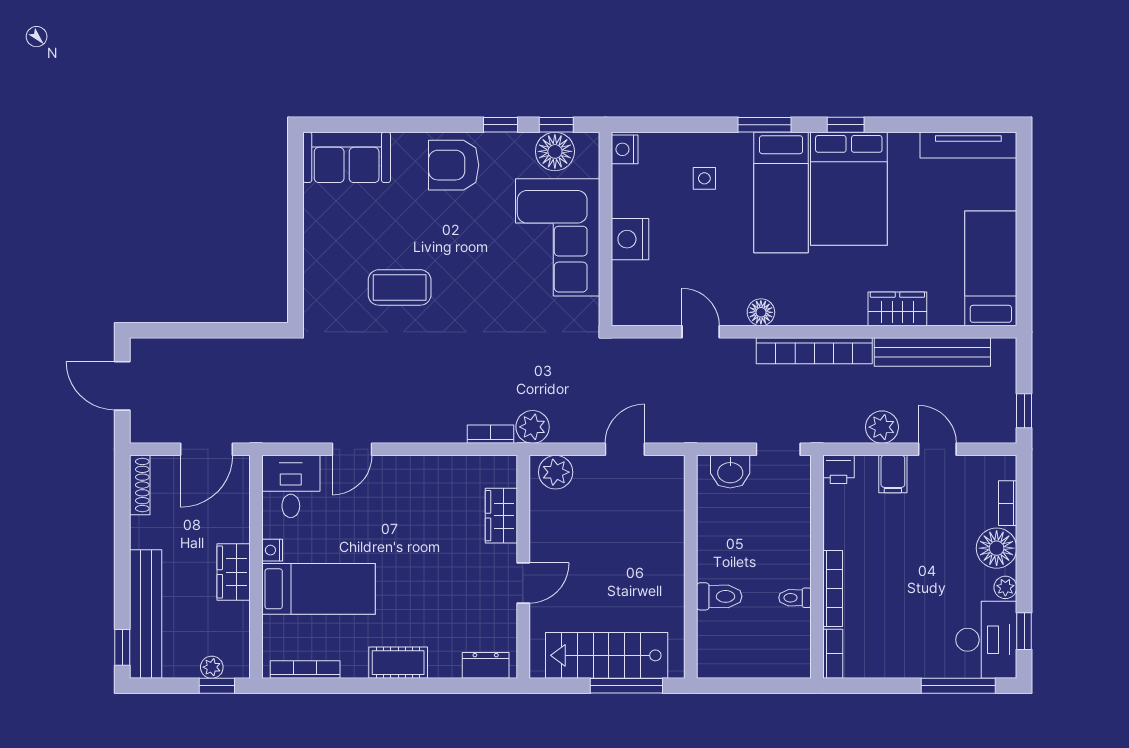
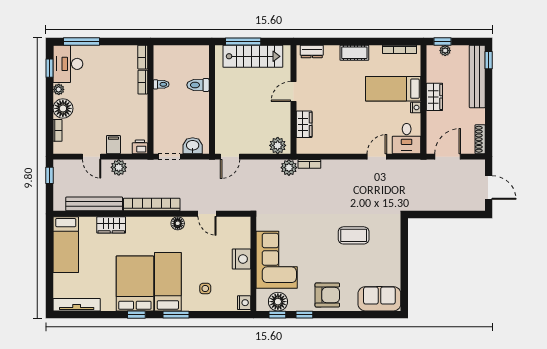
door: (625, 449) -> (230, 157), moved
bookcase: (833, 589) -> (143, 82), width x0.64

